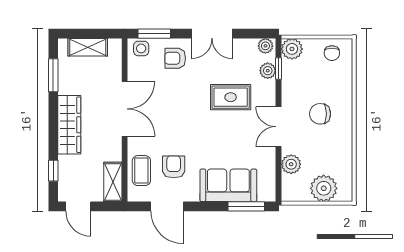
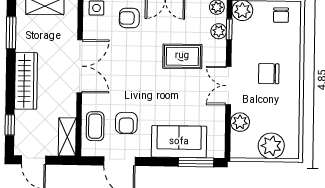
armchair: (174, 167) -> (126, 123), turned 180

